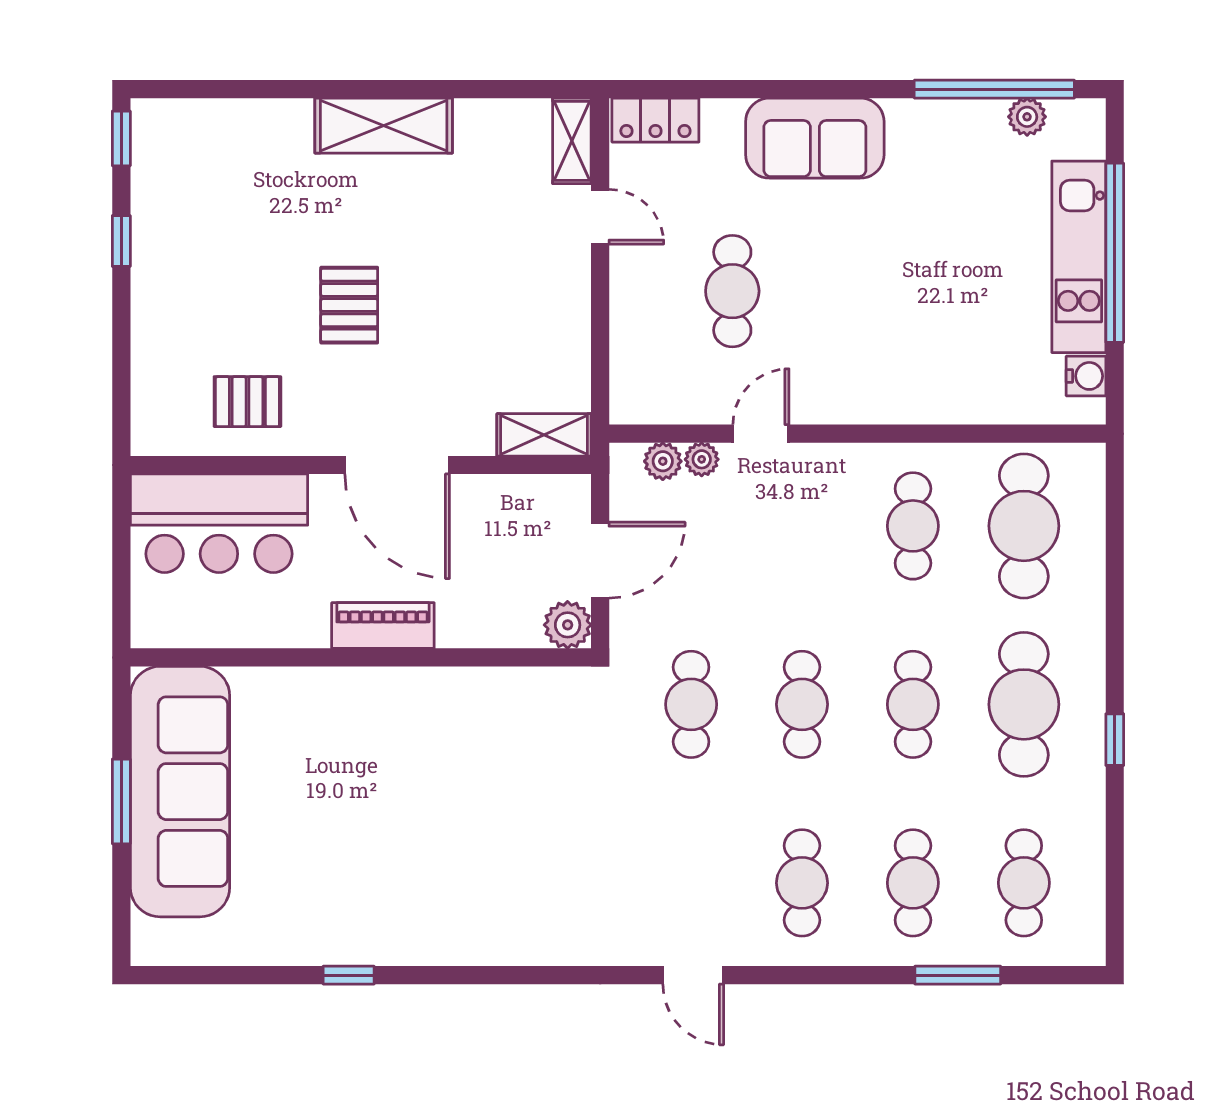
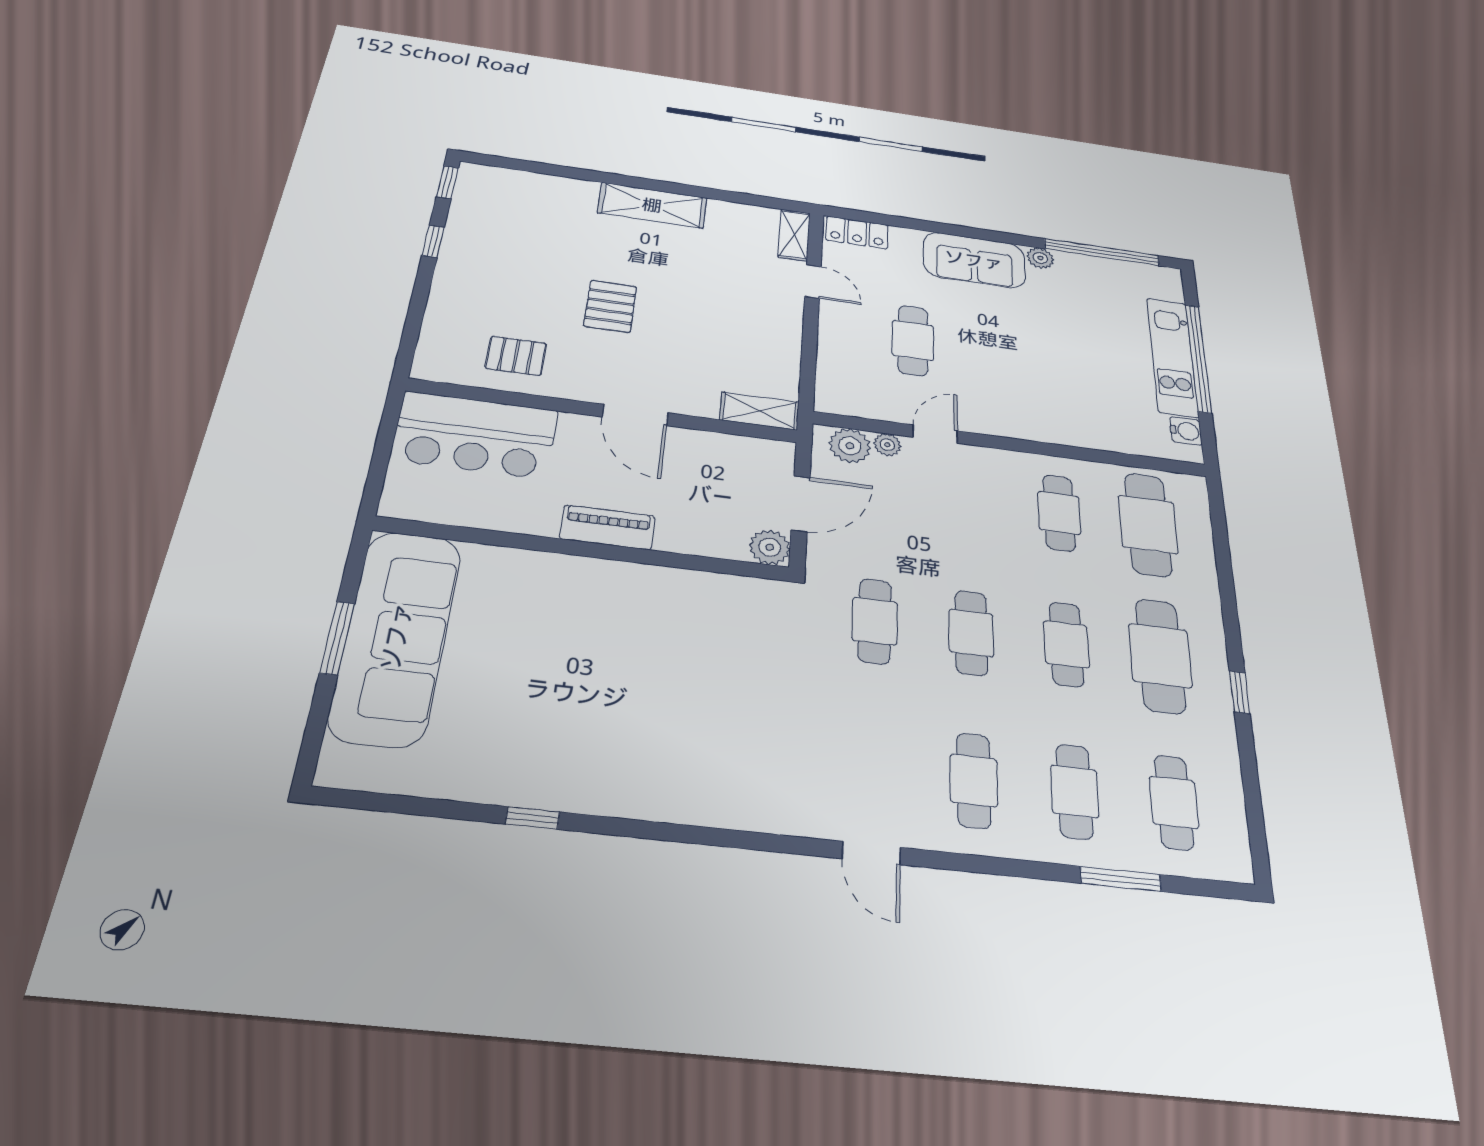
plant: (1027, 117) -> (1040, 258), moved
plant: (663, 461) -> (850, 446), width x1.38, depth x1.38
door: (397, 465) -> (635, 415), width x0.73

